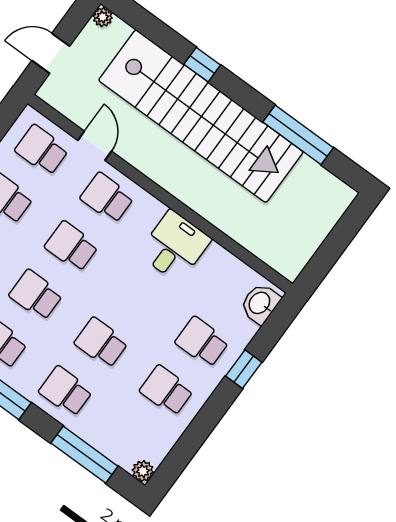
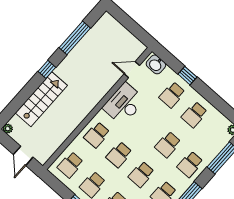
window: (202, 65) -> (47, 69), moved
stairs: (201, 116) -> (41, 99), width x0.54, depth x0.66
door: (95, 146) -> (132, 70), moved
desk: (175, 246) -> (124, 104), width x1.37

